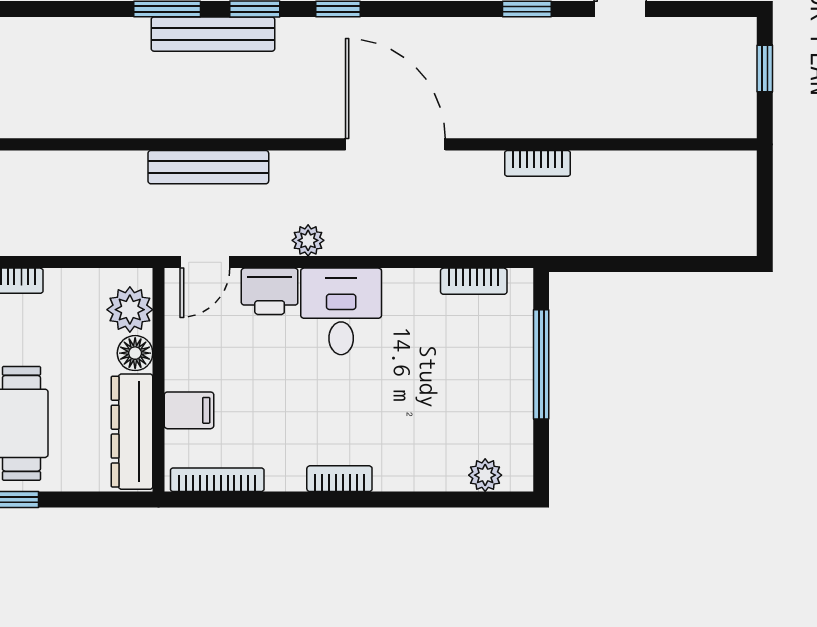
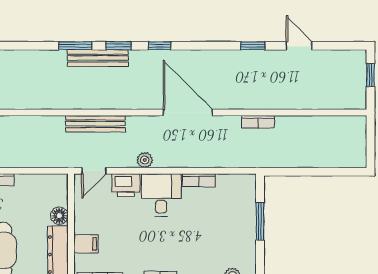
bookcase: (474, 281) -> (199, 180), moved
plant: (130, 310) -> (57, 194), removed
window: (541, 364) -> (260, 221), width x0.69

